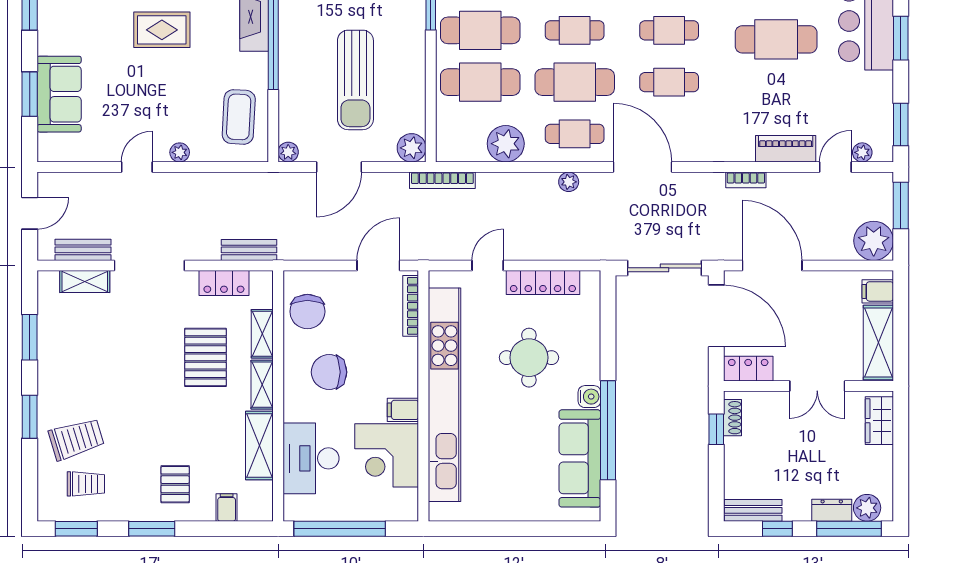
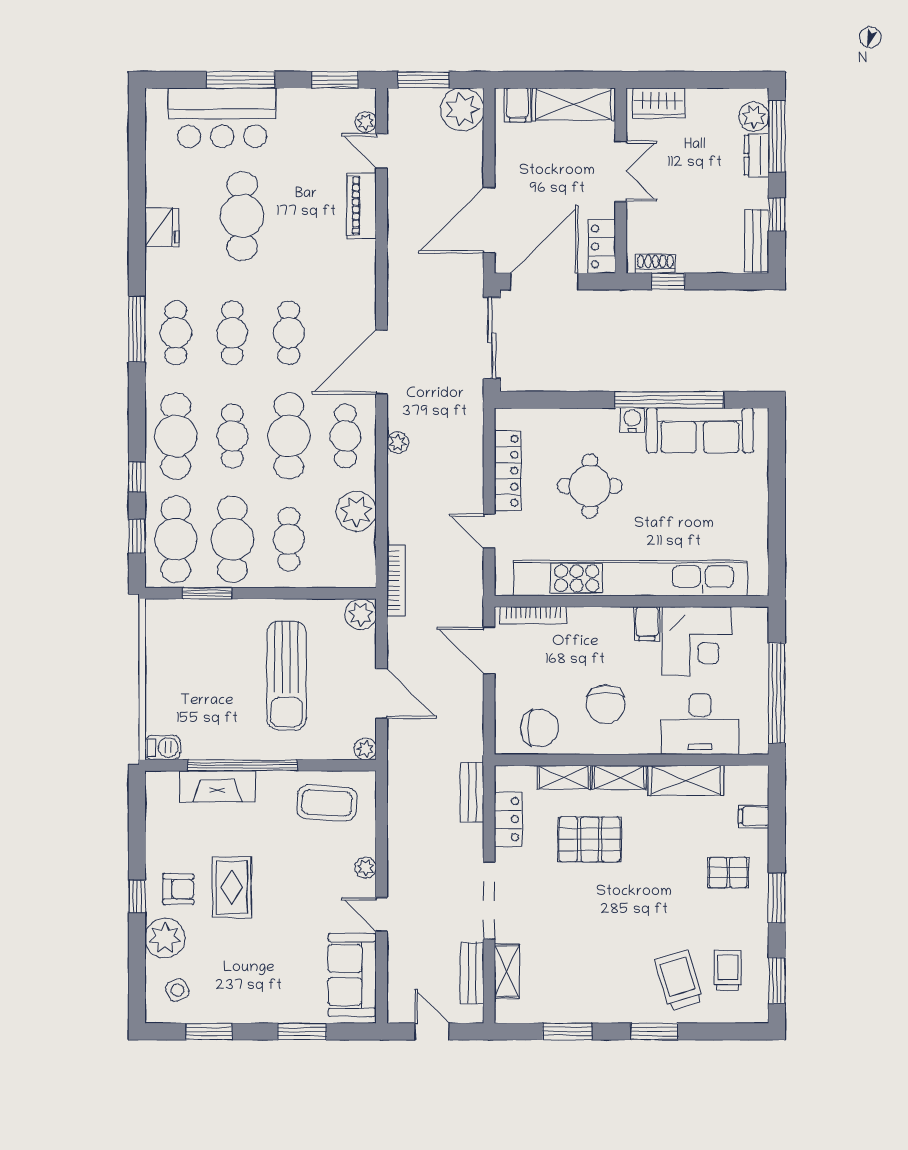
window: (901, 38) -> (241, 80), width x1.44
sun lounger: (355, 80) -> (286, 676), turned 90
cafe table: (480, 82) -> (289, 539), width x0.73, depth x0.74
sofa: (59, 94) -> (352, 975), moved, turned -90
bookcase: (746, 180) -> (396, 249), removed

